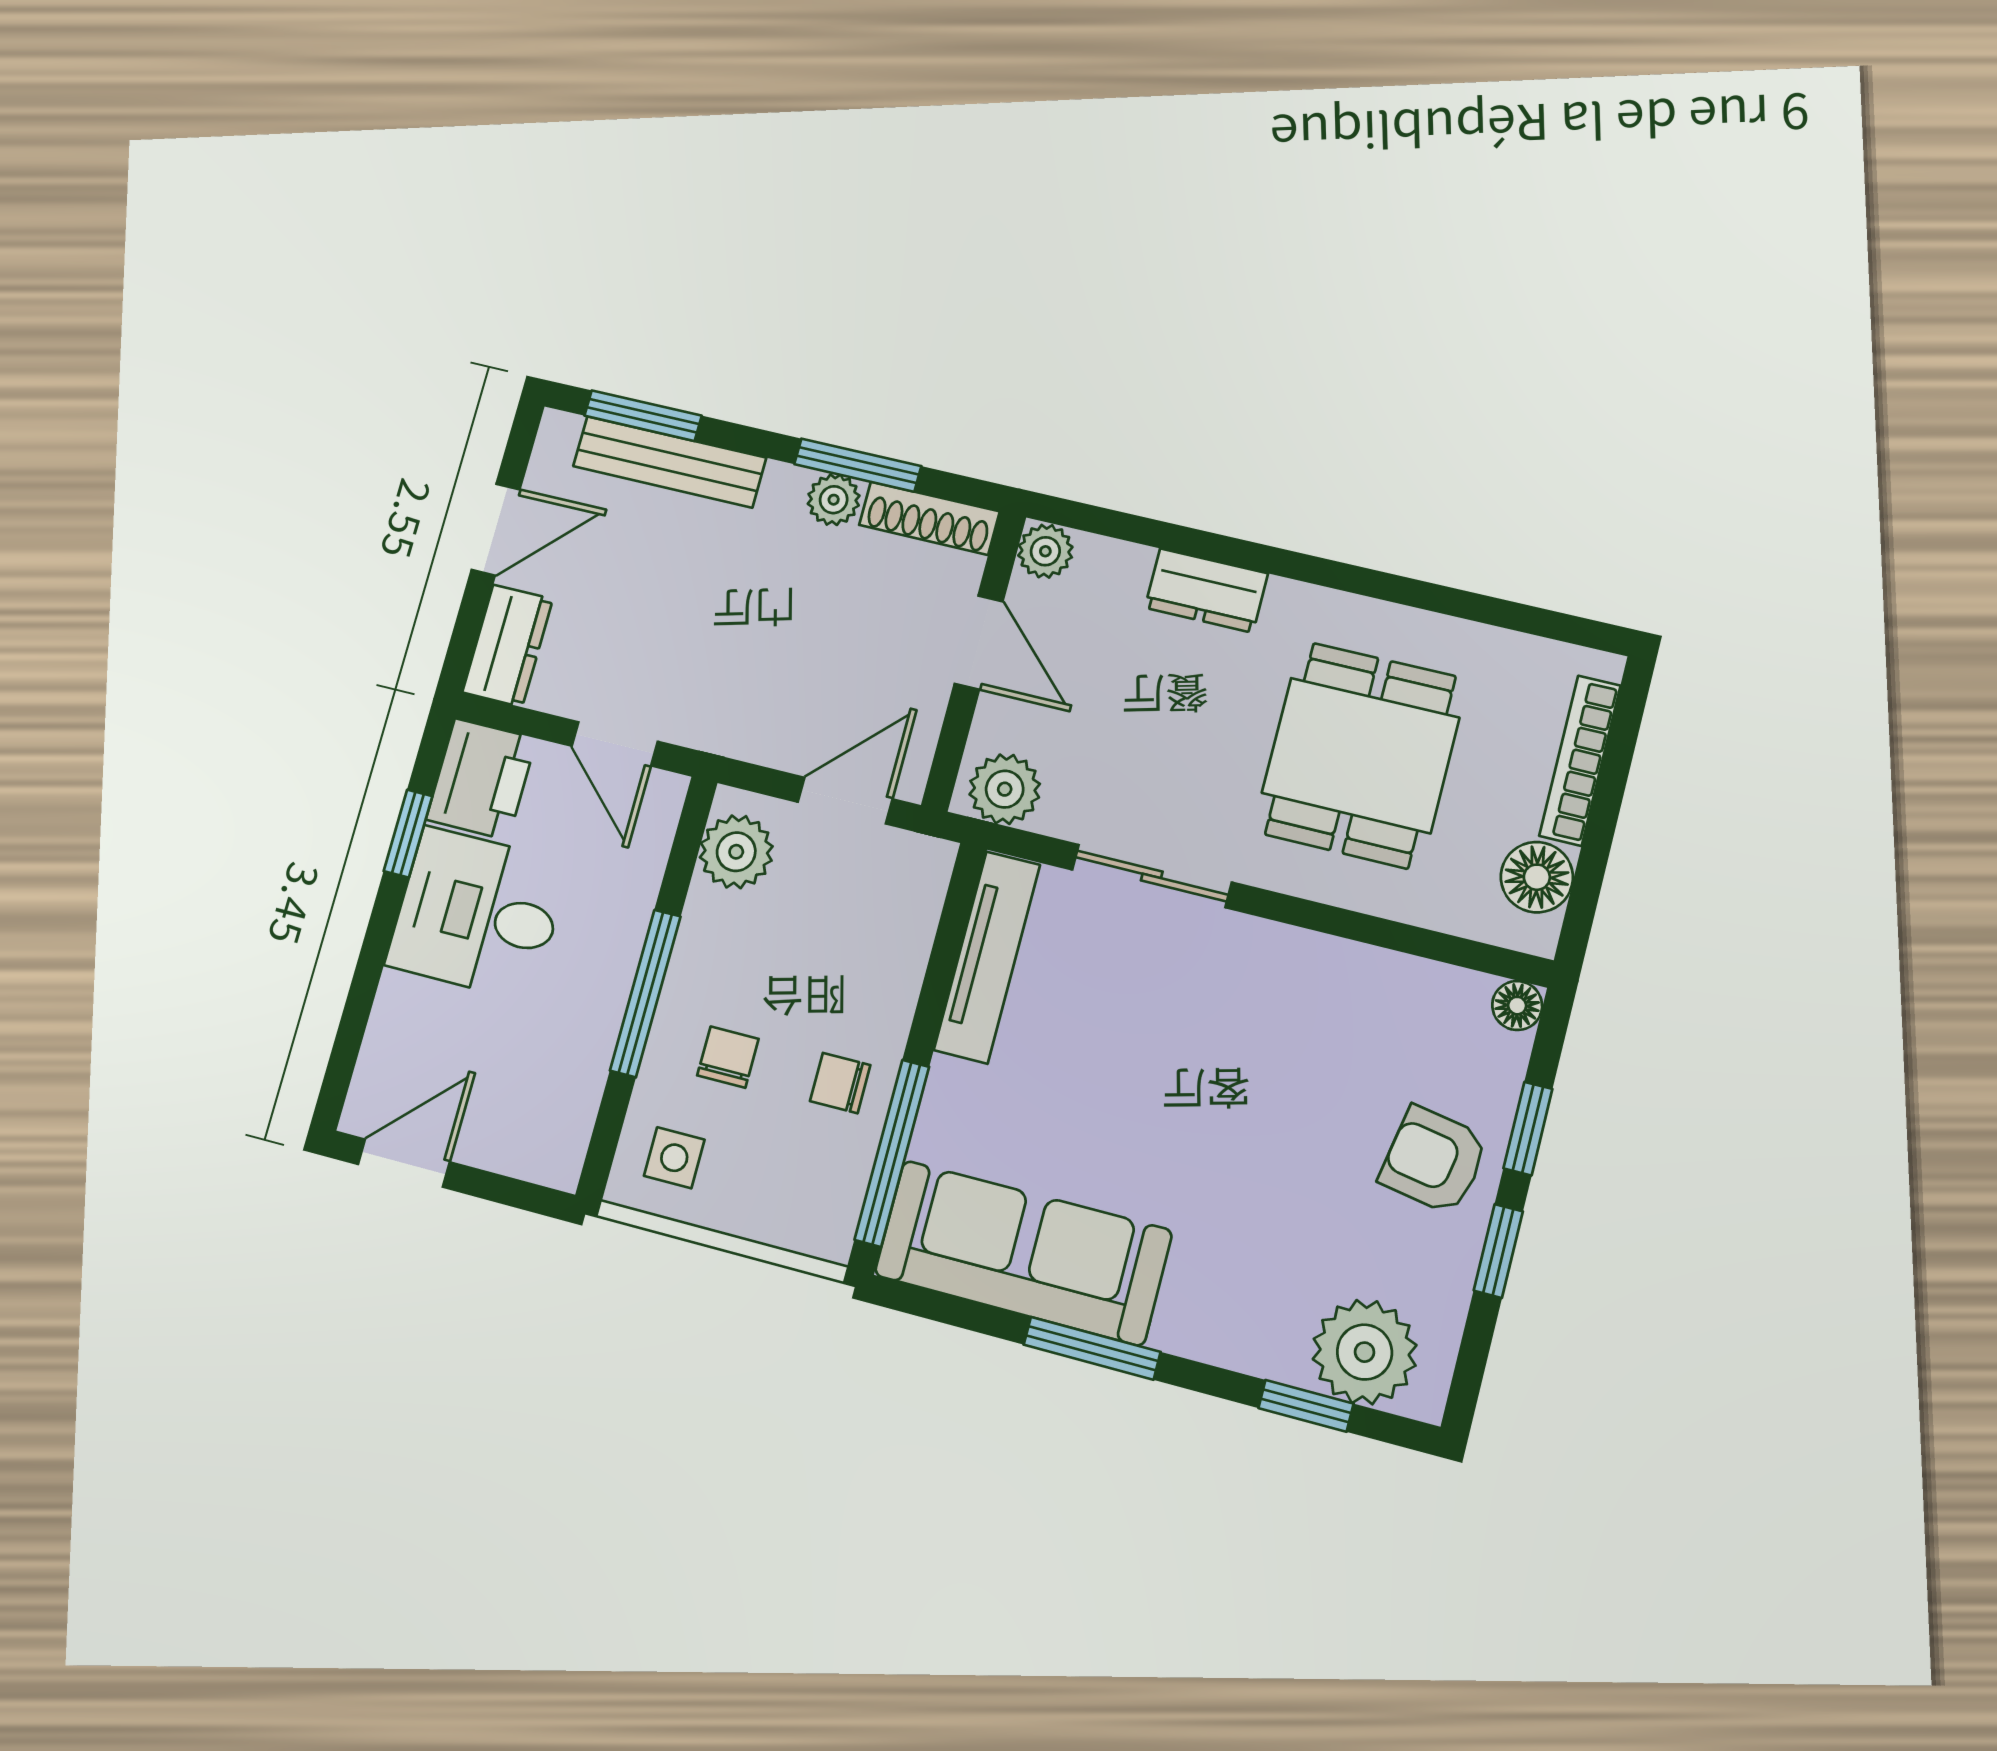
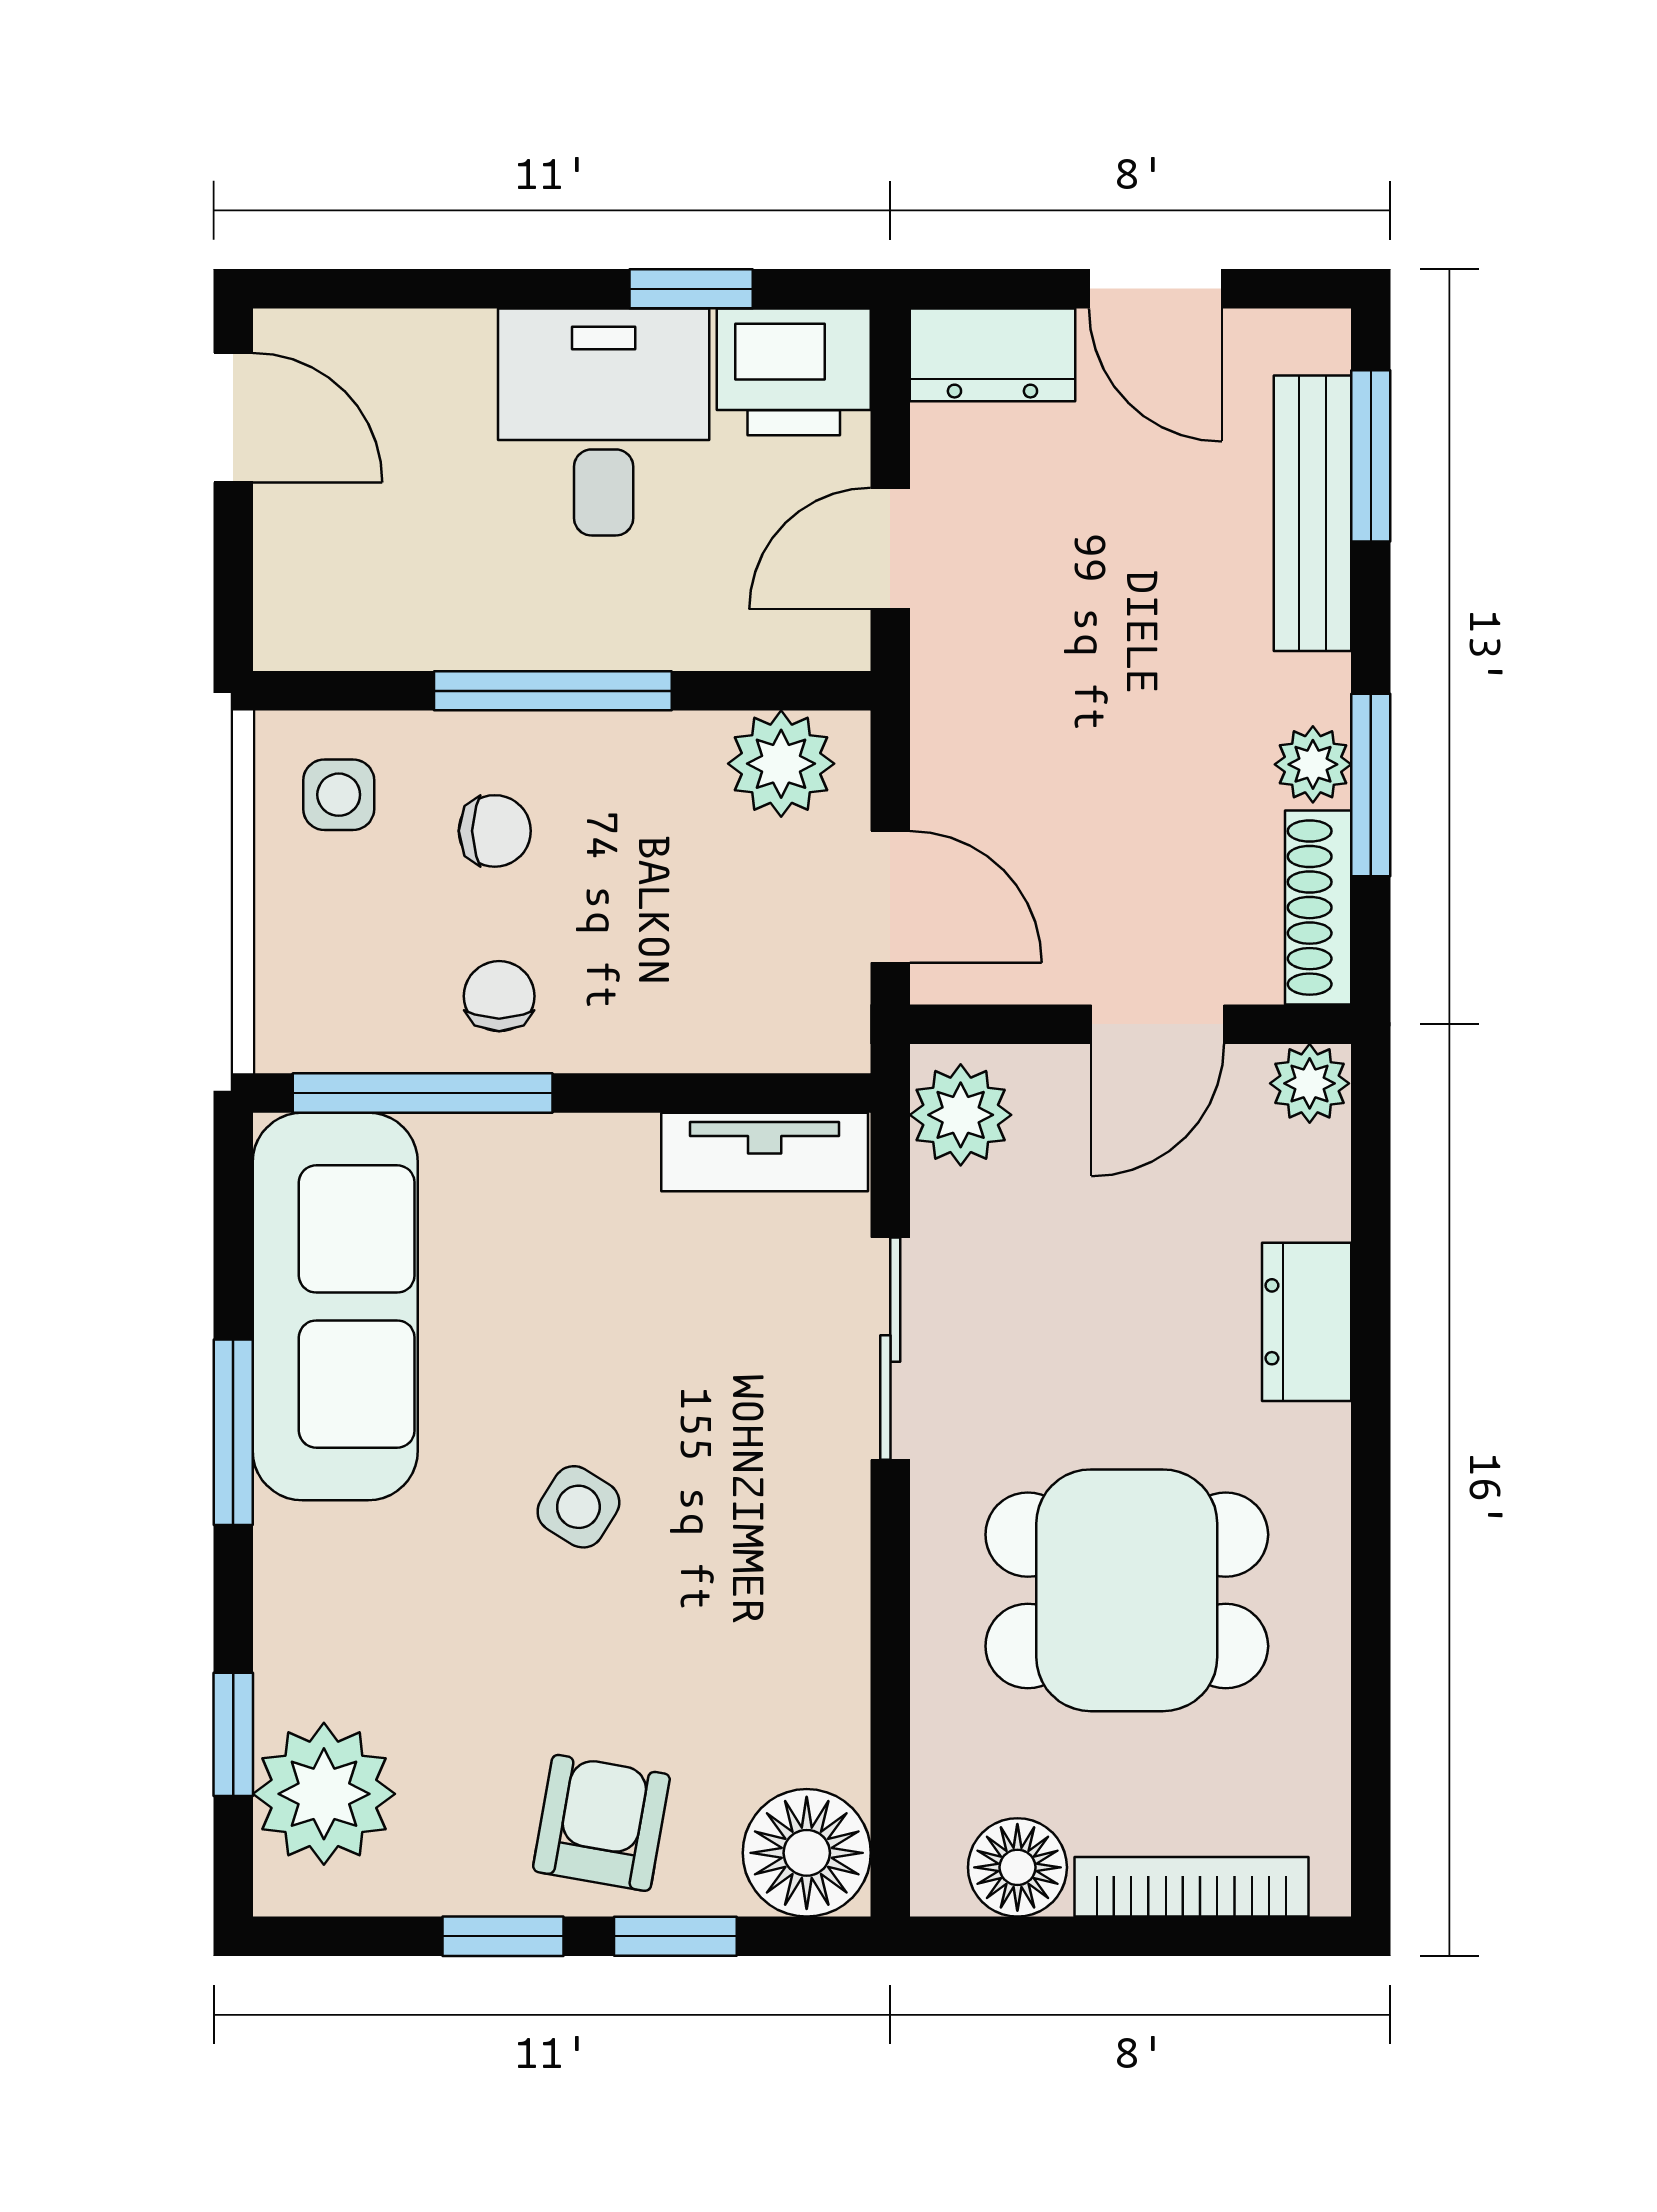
tv unit: (987, 957) -> (765, 1152), width x0.71
floor lamp: (1517, 1006) -> (807, 1853), width x1.89, depth x1.89
side table: (1206, 1119) -> (578, 1507), added

